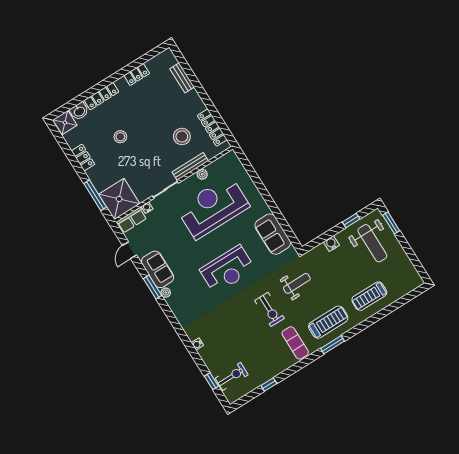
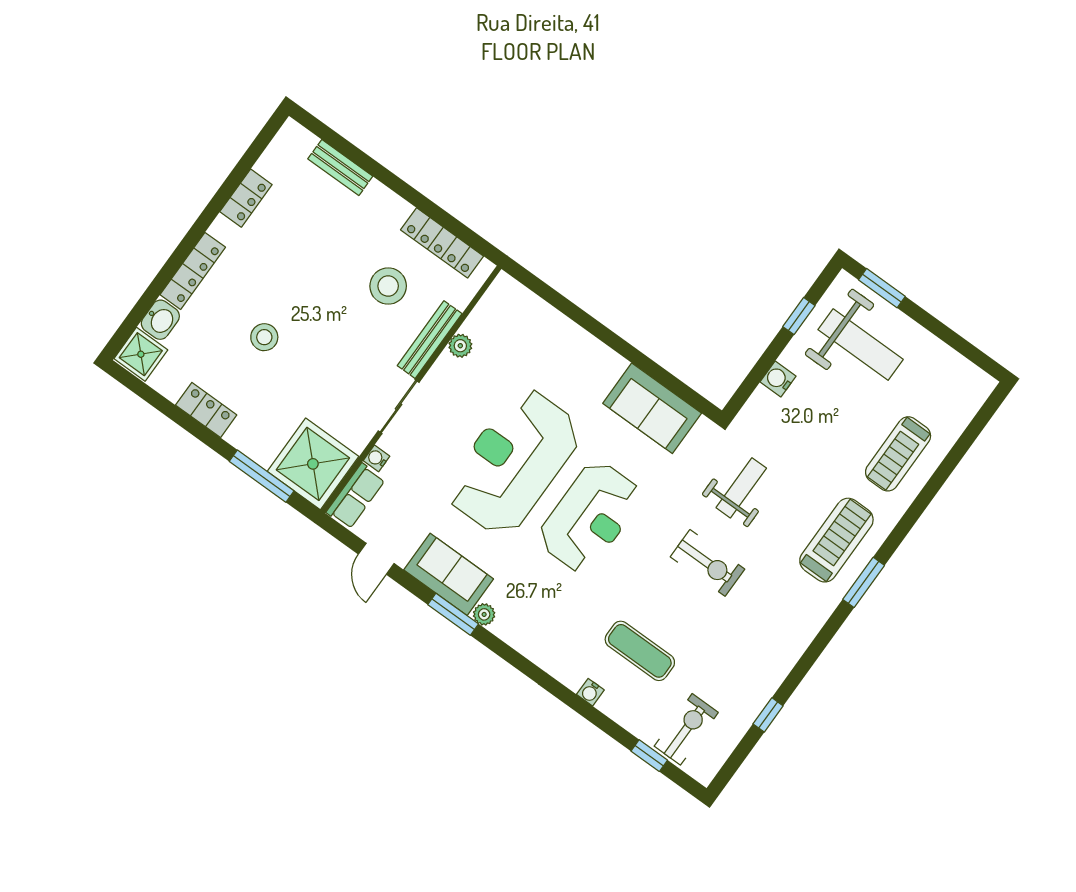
reception desk: (213, 207) -> (513, 462), moved
exercise mat: (295, 343) -> (640, 651), moved

